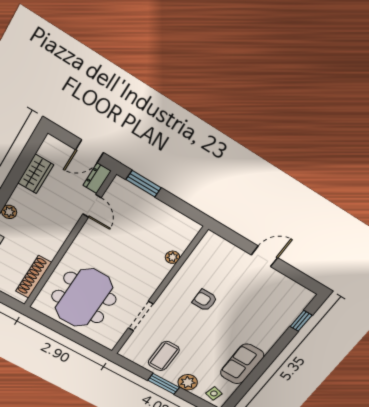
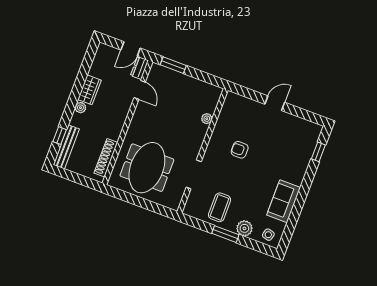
wardrobe: (36, 174) -> (89, 90), moved

